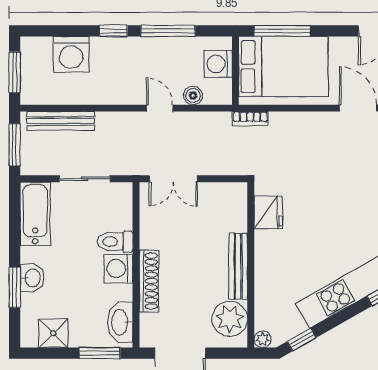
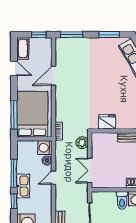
kitchen sink: (143, 49) -> (23, 186), added
washing machine: (218, 64) -> (45, 148), moved, turned 90
plant: (228, 164) -> (82, 143), added
double door: (173, 179) -> (90, 171), swing flipped

